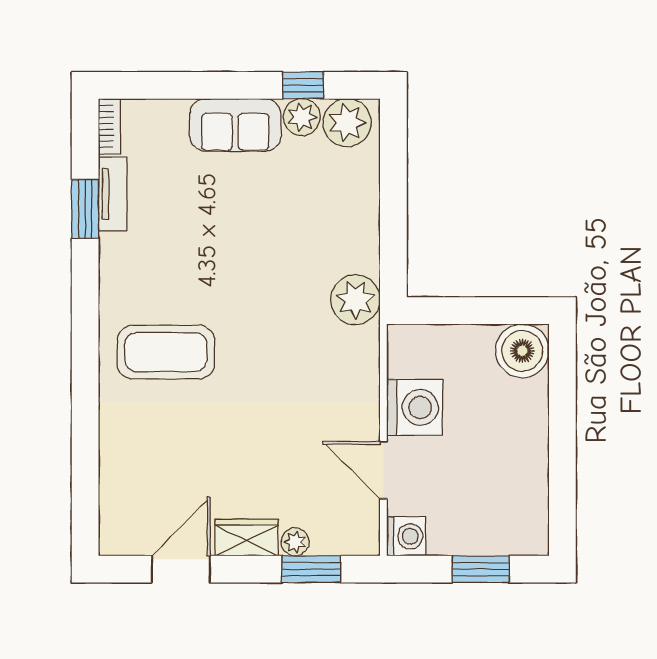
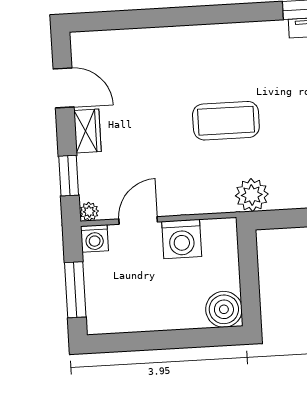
coffee table: (166, 352) -> (226, 121), moved, turned 90
plant: (295, 542) -> (89, 212), moved
window: (481, 569) -> (75, 290), width x1.44

